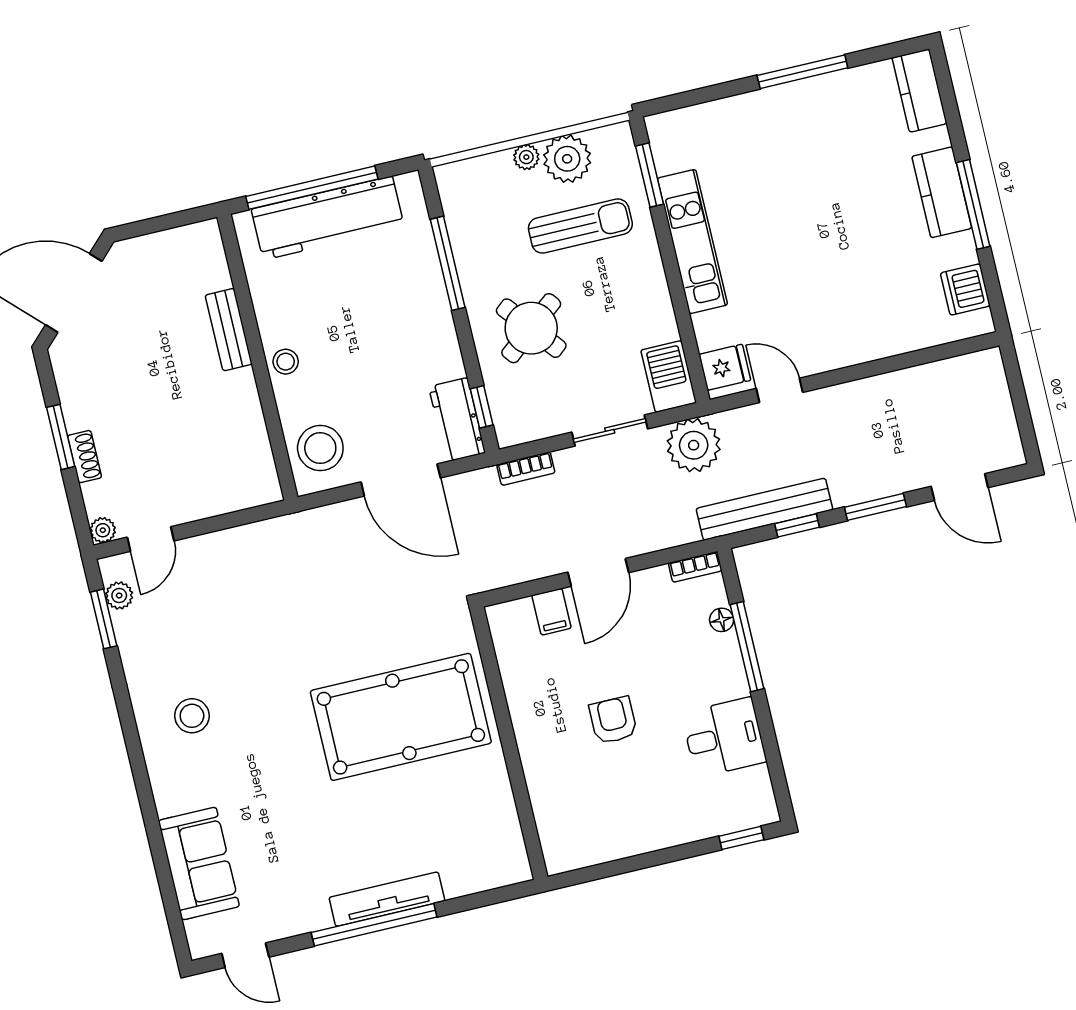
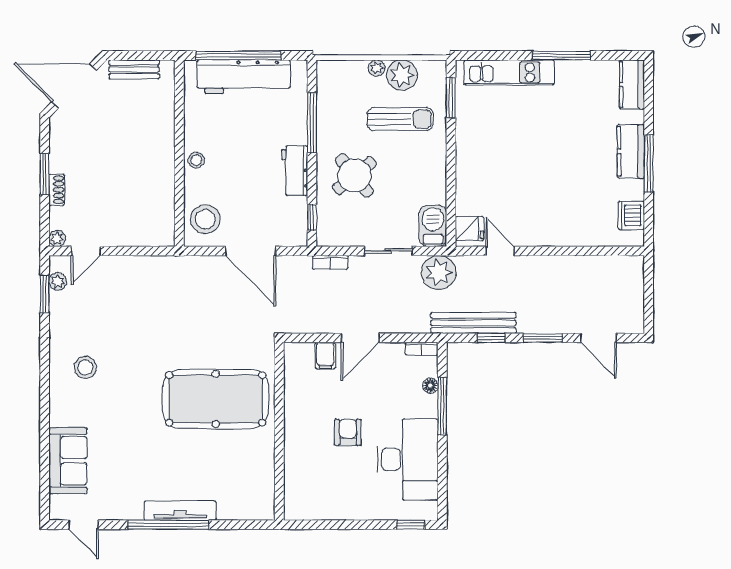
kitchen unit: (692, 242) -> (509, 72), moved, turned 90
bench: (229, 330) -> (134, 69), moved, turned 90
workbench: (457, 420) -> (295, 171), moved
desk: (724, 737) -> (407, 459), width x1.87, depth x1.30

